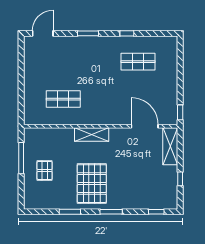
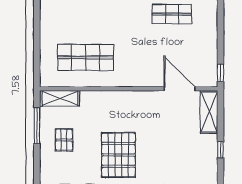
shop shelf: (63, 99) -> (86, 57), width x1.43, depth x1.36
shelving: (92, 134) -> (60, 98), moved

